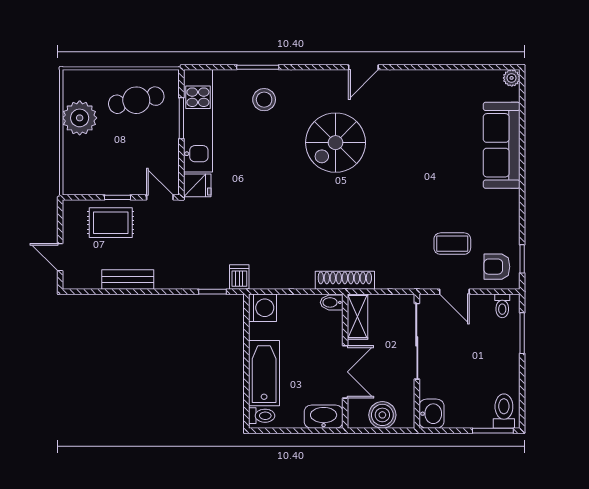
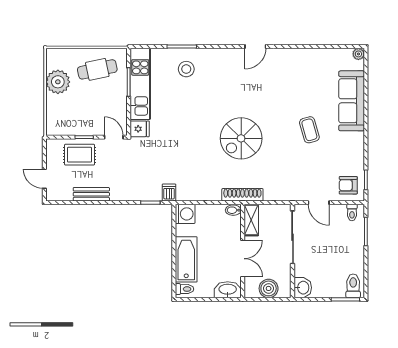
spiral stairs: (336, 143) -> (241, 138), moved
coffee table: (452, 244) -> (309, 130), moved, turned 74

